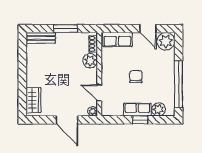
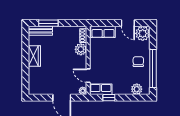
window: (66, 29) -> (48, 23), moved
chair: (136, 77) -> (138, 62), moved
wardrobe: (33, 100) -> (34, 56), moved
row of seats: (137, 110) -> (101, 89), moved
window: (140, 120) -> (109, 98), moved

